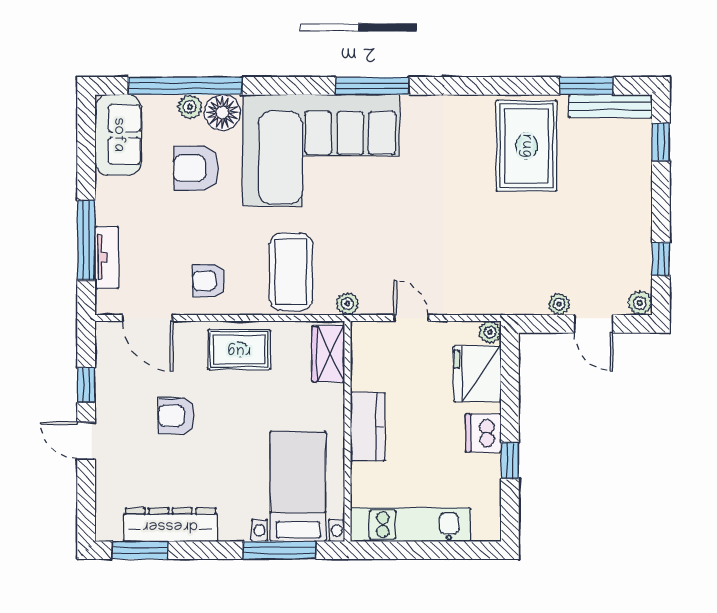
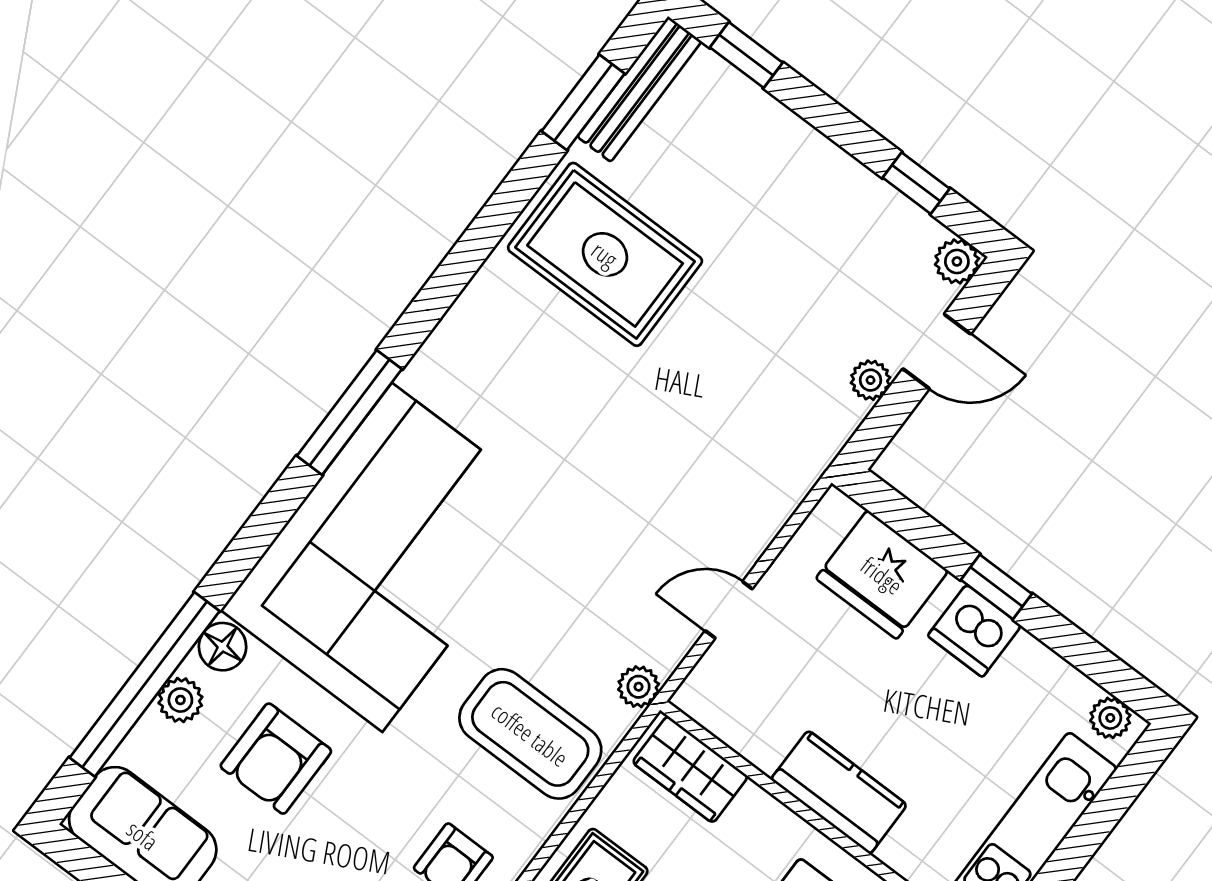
floor lamp: (222, 112) -> (222, 647), width x0.73, depth x0.73
plant: (490, 332) -> (1110, 718), moved
window: (510, 461) -> (996, 587), moved

